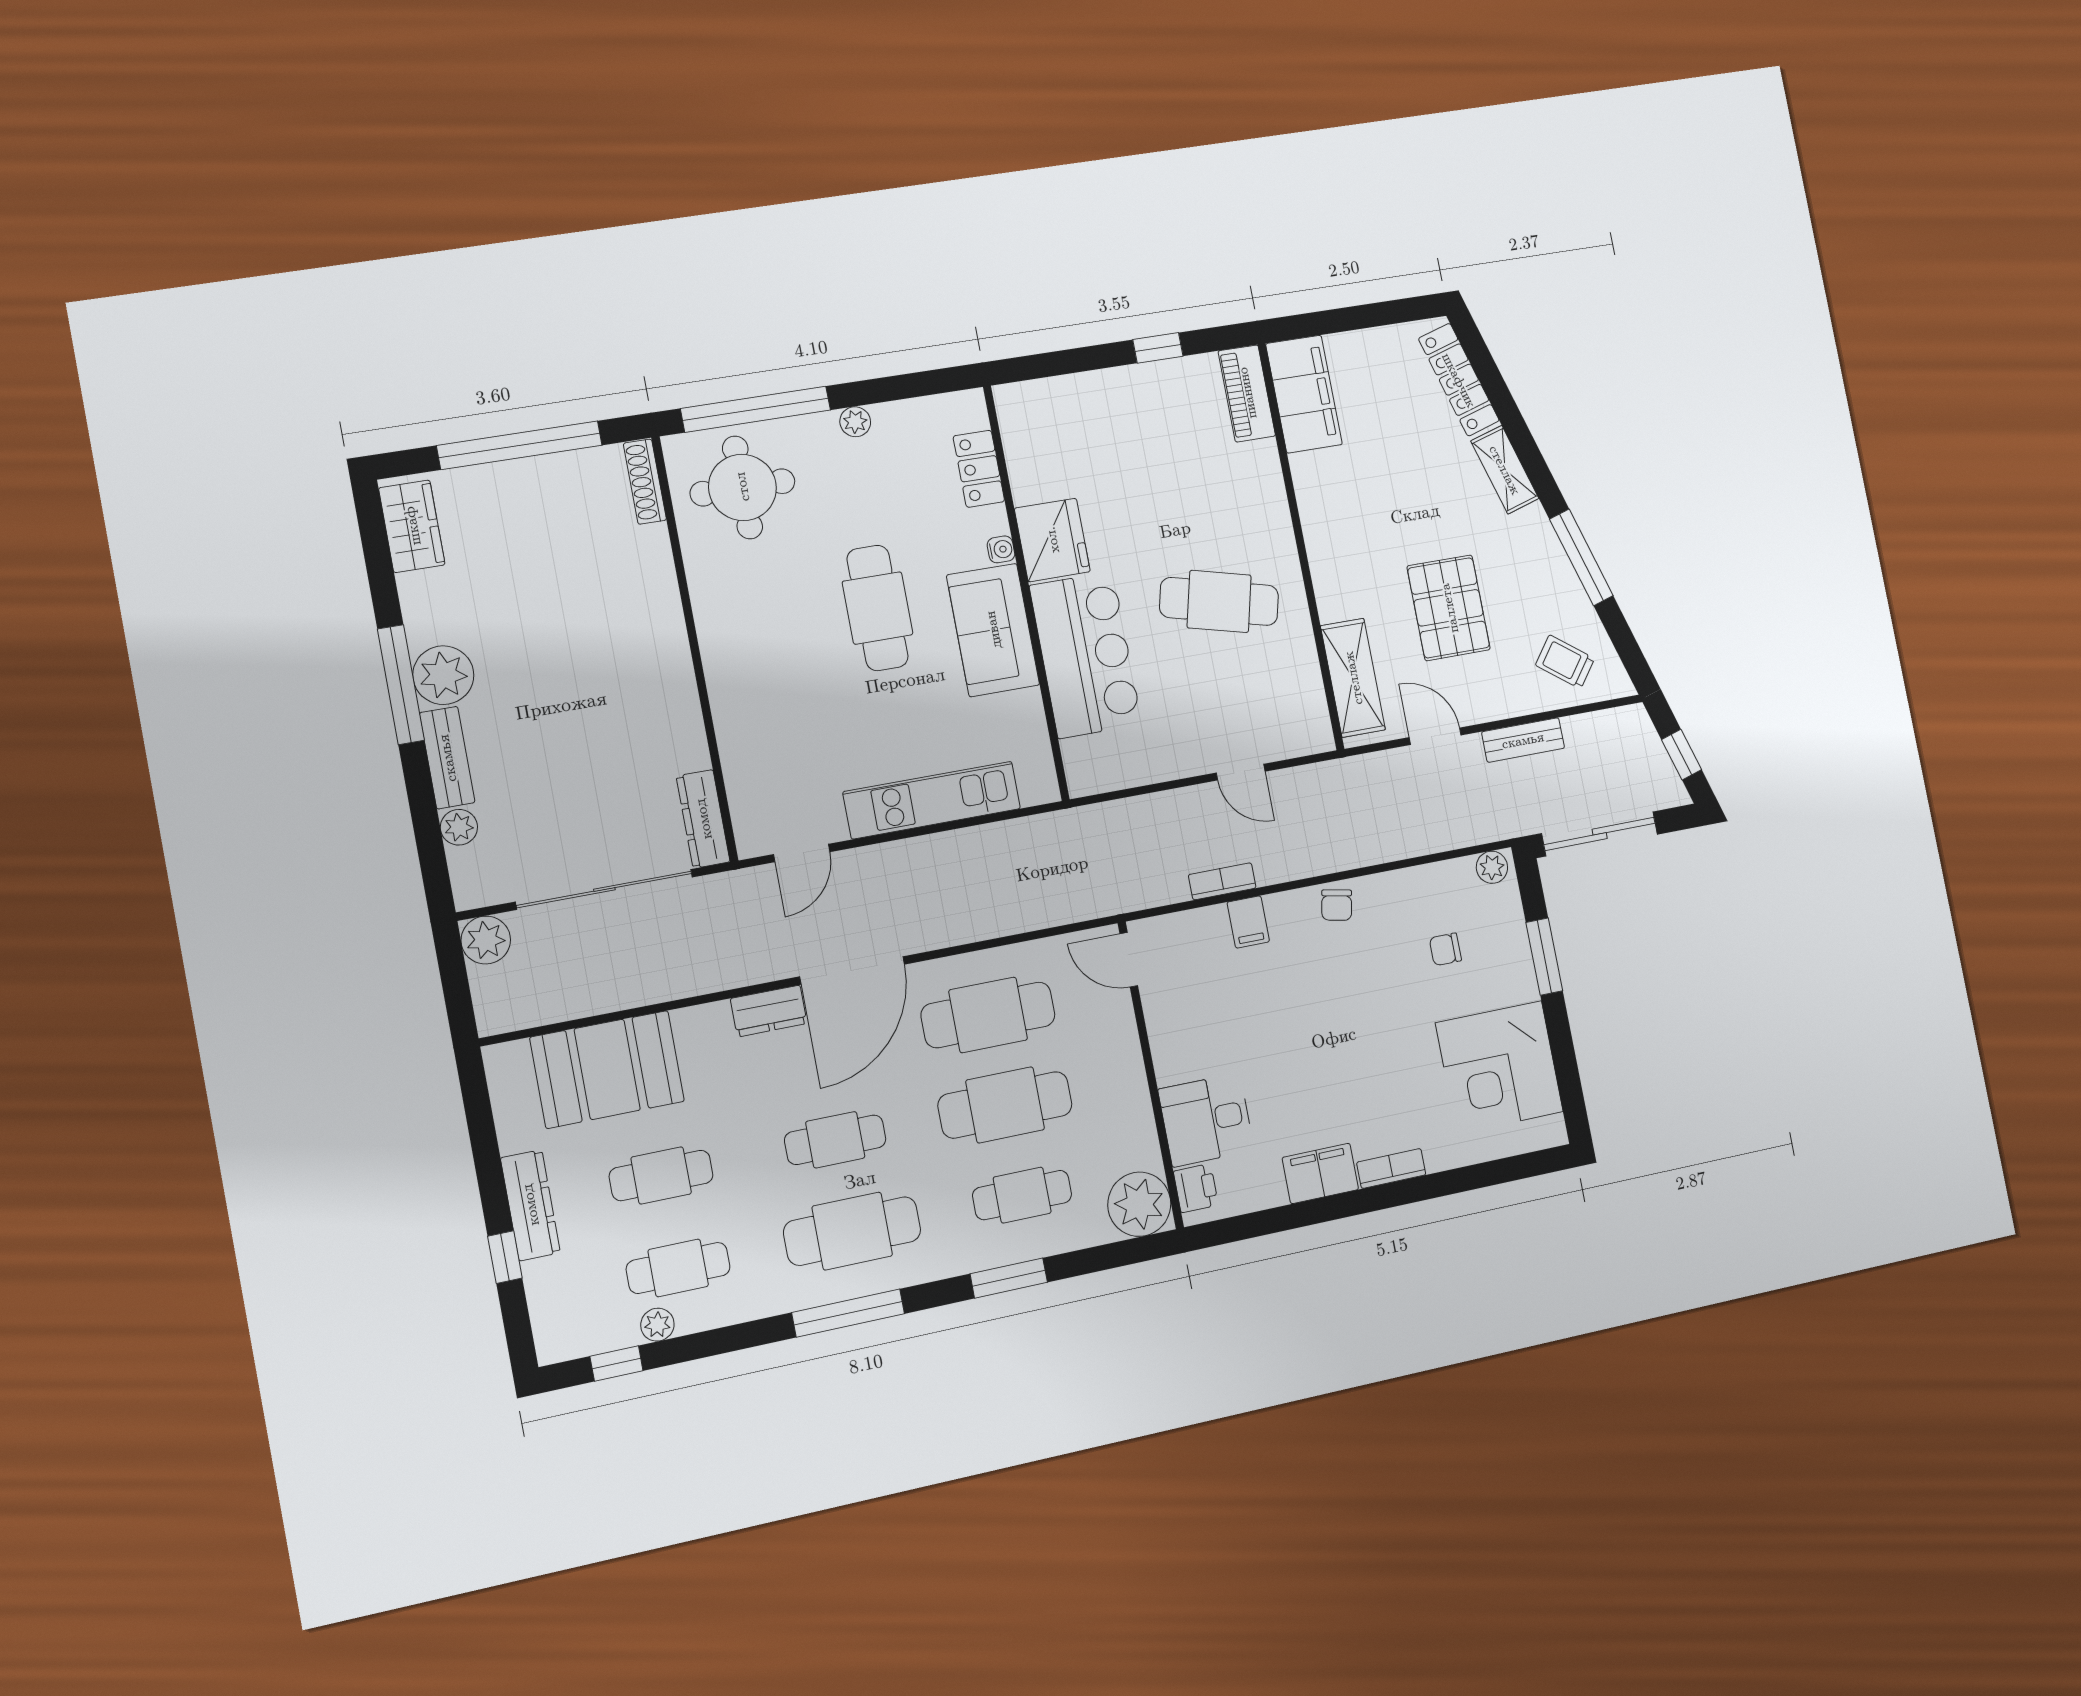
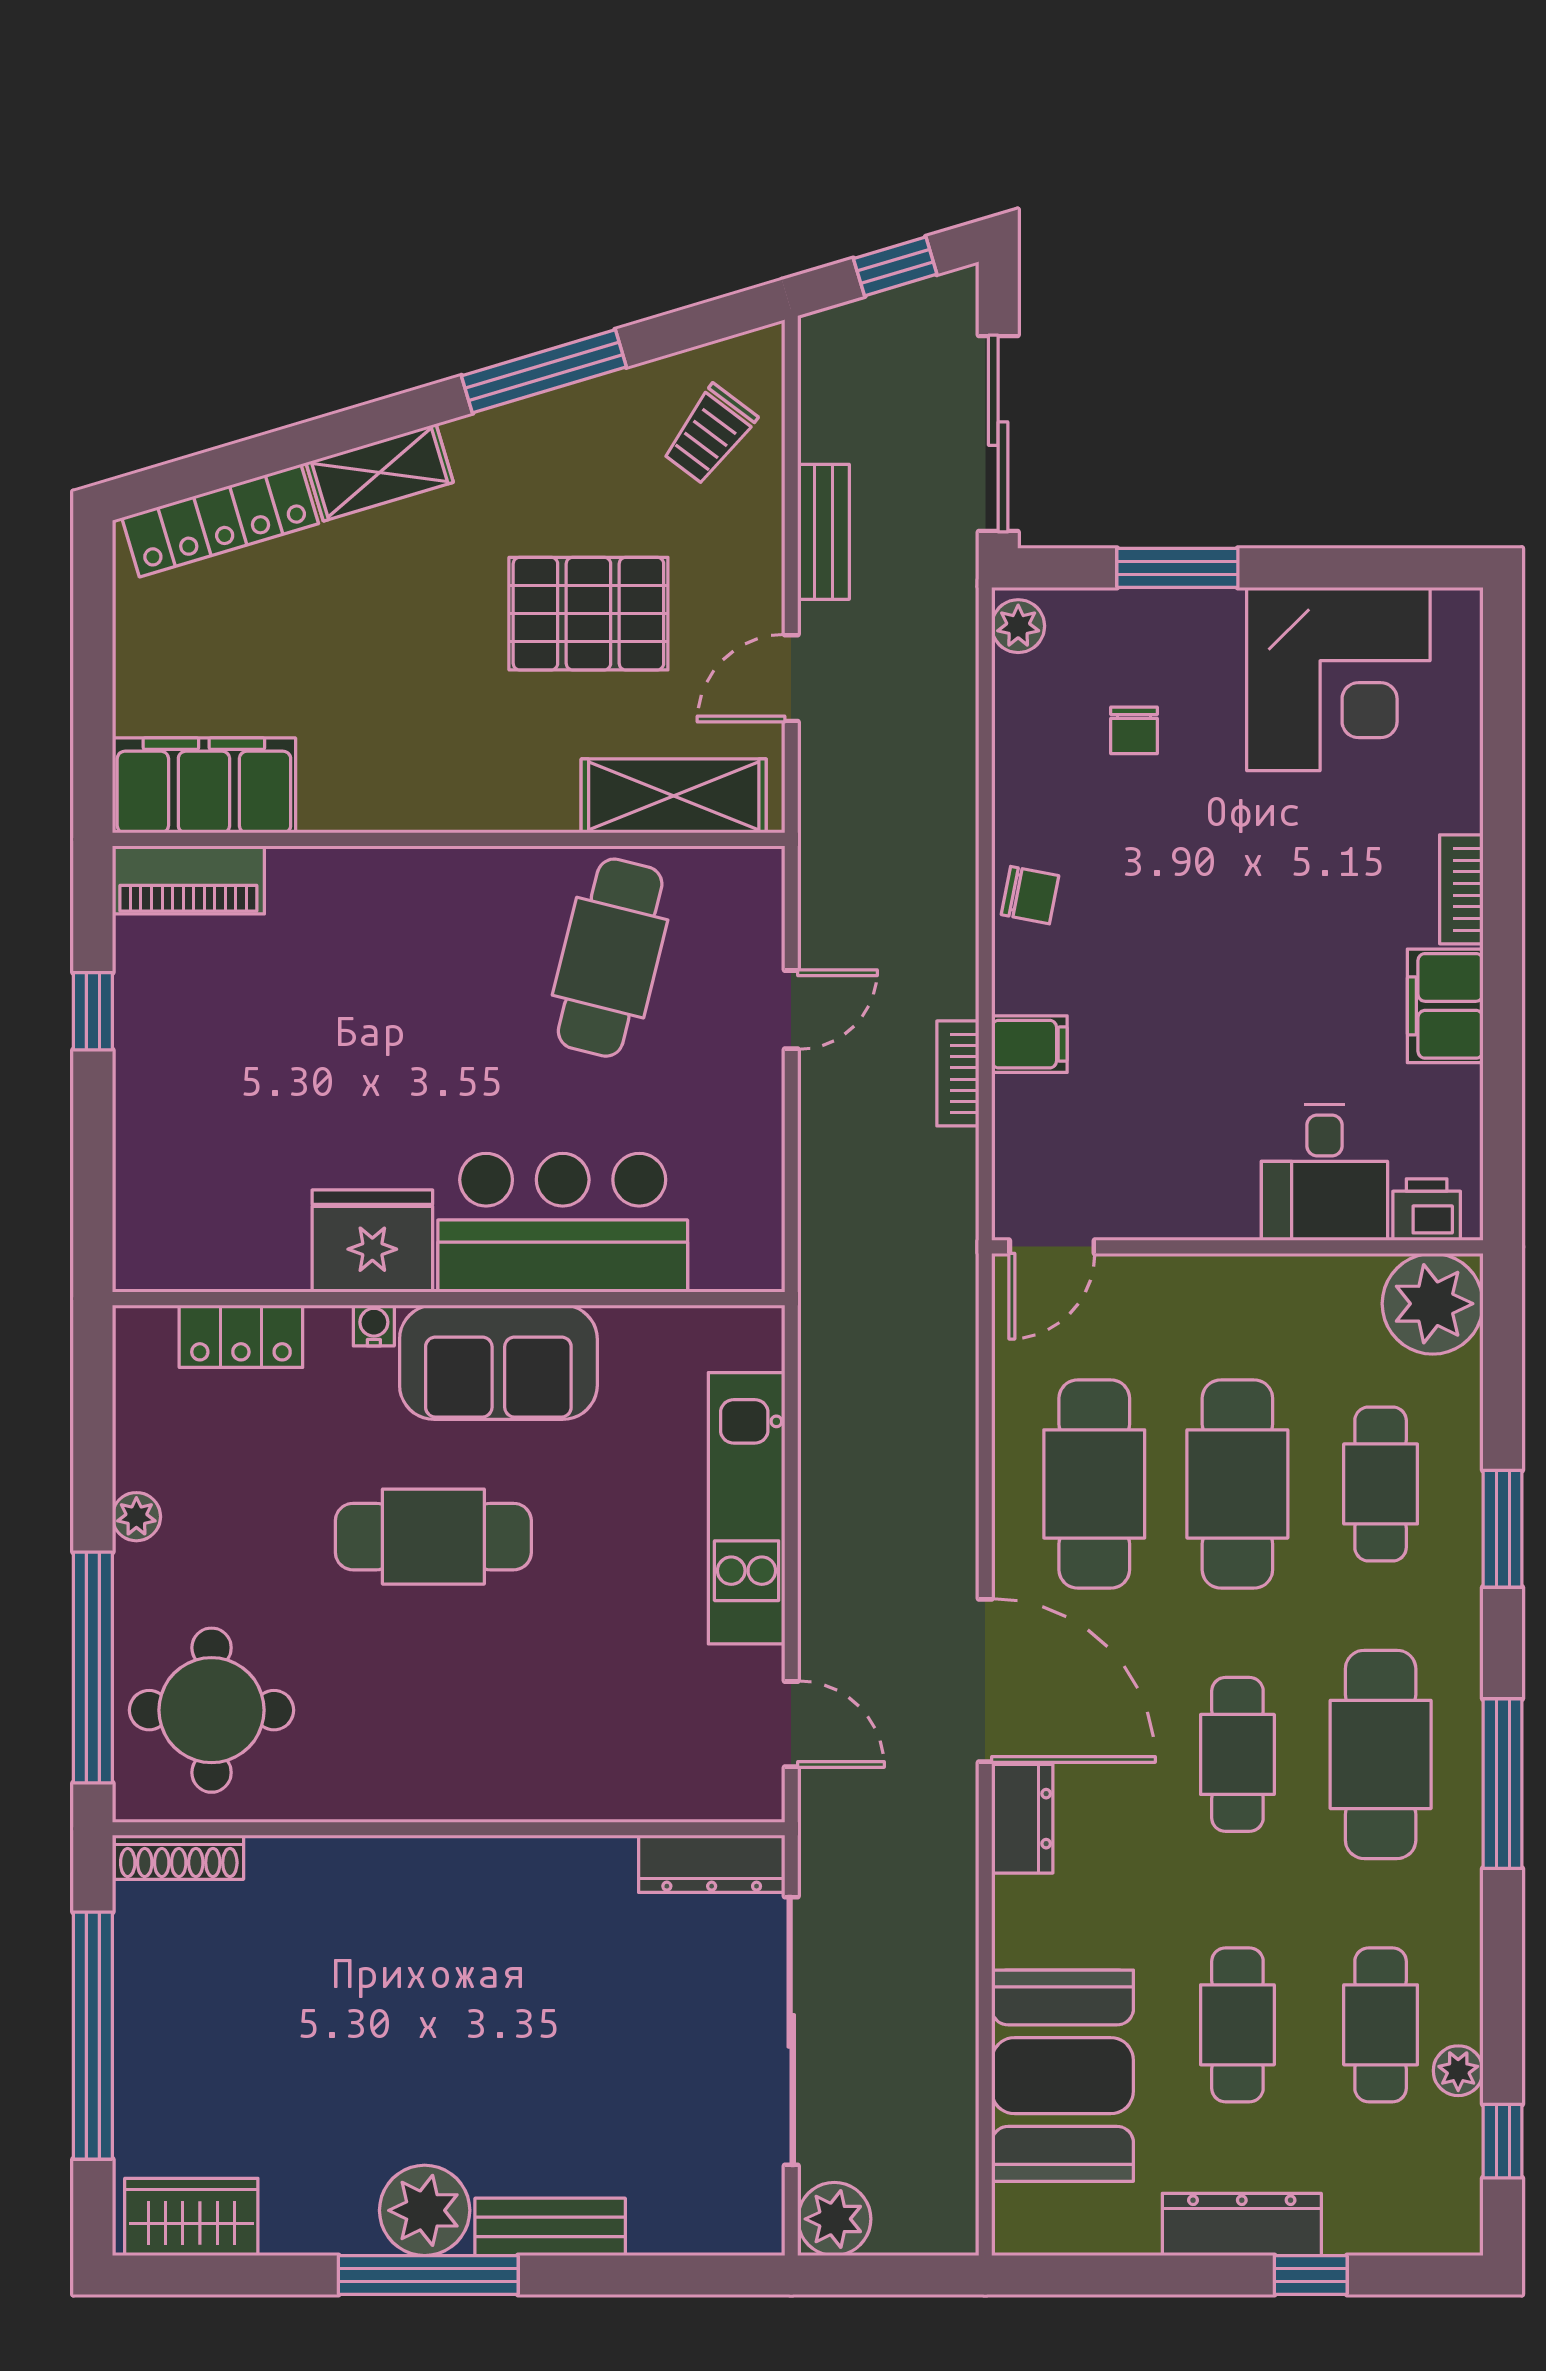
cafe table: (1219, 601) -> (610, 958), moved
plant: (459, 827) -> (658, 2228), removed

